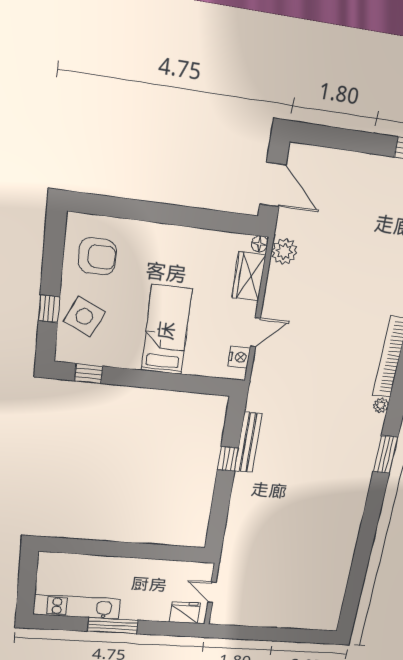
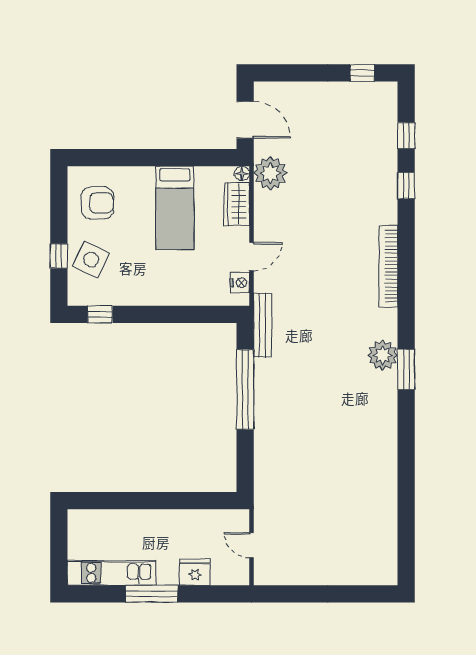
plant: (284, 252) -> (270, 173), width x1.36, depth x1.36
bed: (166, 330) -> (175, 208), moved, turned 180
plant: (381, 405) -> (383, 355), moved, width x1.88, depth x1.88
bench: (248, 442) -> (263, 325), moved
window: (228, 459) -> (245, 389), width x3.17
fridge: (185, 613) -> (195, 572), moved

